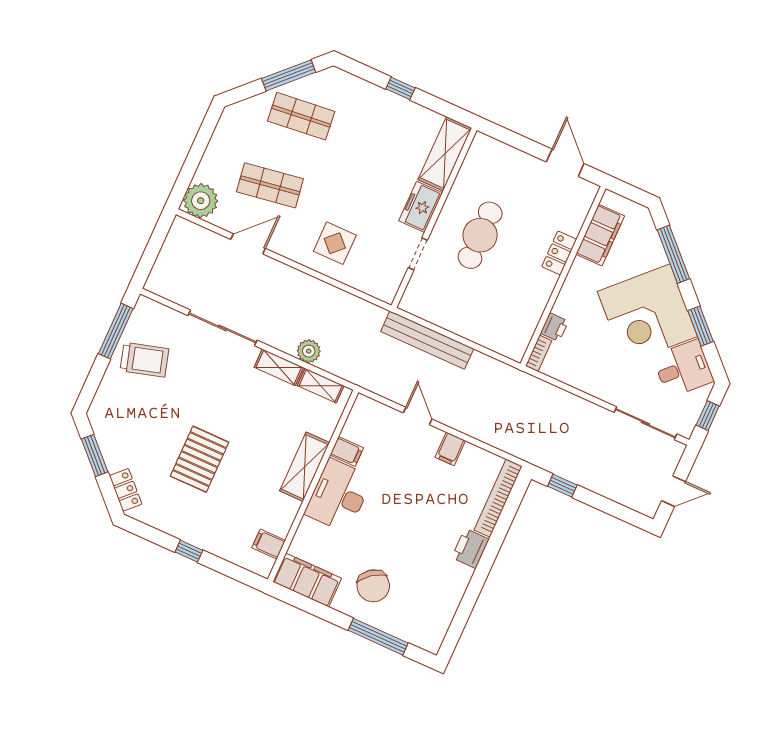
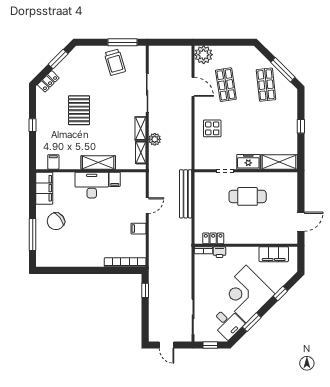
locker: (559, 253) -> (213, 238), moved
window: (673, 254) -> (280, 294), width x0.46
pallet: (200, 459) -> (79, 110), turned 90
printer: (470, 548) -> (95, 260), removed

